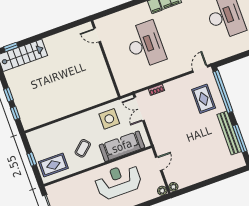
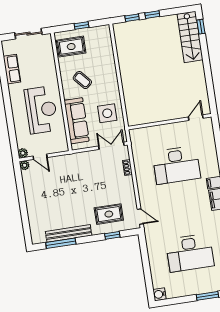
window: (223, 92) -> (112, 235), width x0.32
door: (159, 164) -> (40, 157), moved
rug: (53, 165) -> (71, 47), turned 90

